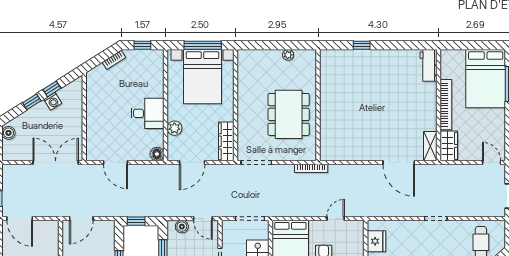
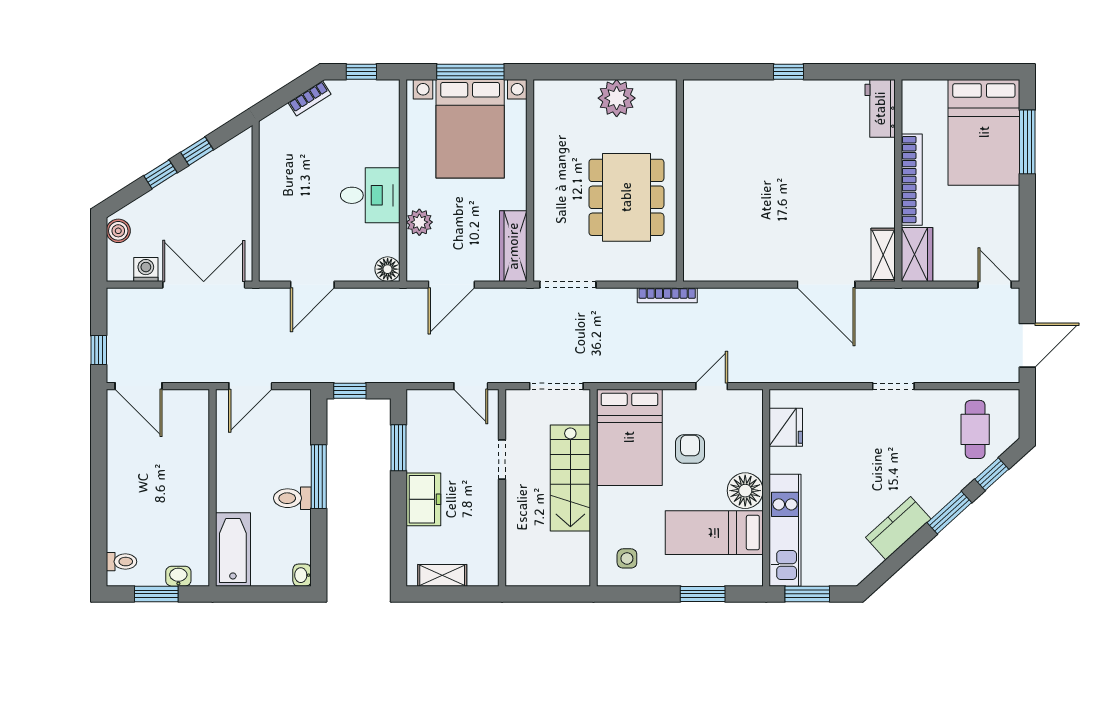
window: (362, 45) -> (789, 72), moved
plant: (288, 55) -> (617, 98), width x1.88, depth x1.88
washing machine: (53, 101) -> (146, 269), moved, turned -148
door: (115, 163) -> (312, 285), hinge flipped
boiler: (182, 227) -> (433, 401), removed

